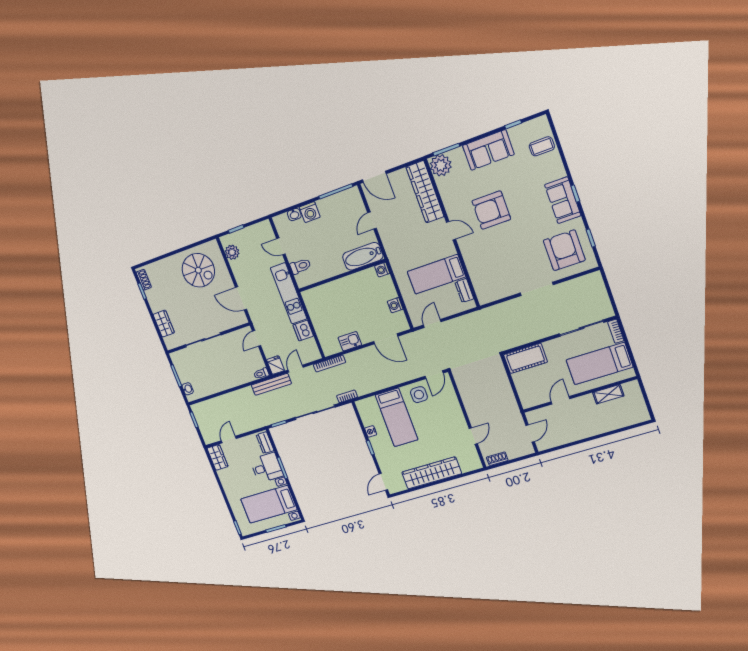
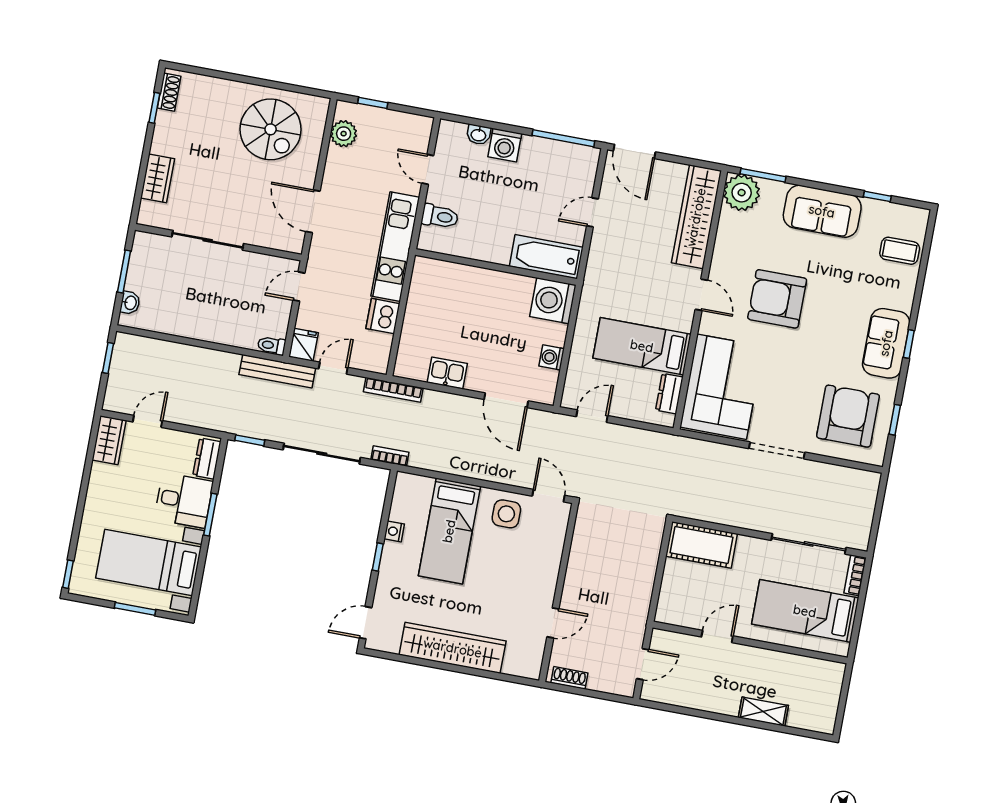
washing machine: (382, 270) -> (553, 301), width x1.89, depth x1.89
corner sofa: (489, 272) -> (722, 387), added
door: (434, 375) -> (548, 496), swing flipped
shelving: (608, 394) -> (763, 712), moved

